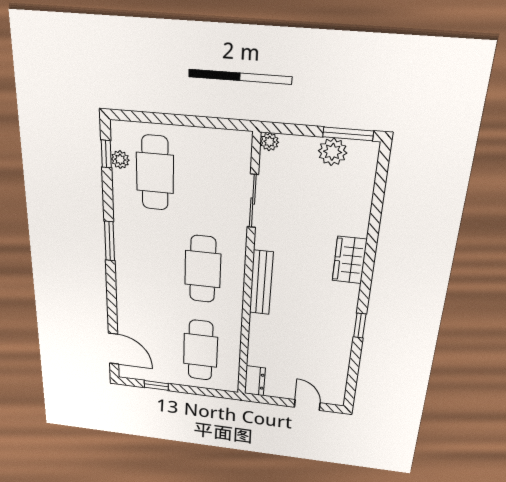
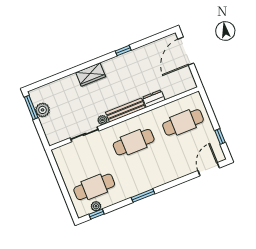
plant: (269, 142) -> (102, 120), moved
dresser: (255, 381) -> (154, 99), moved
door: (307, 405) -> (186, 51), width x1.87

